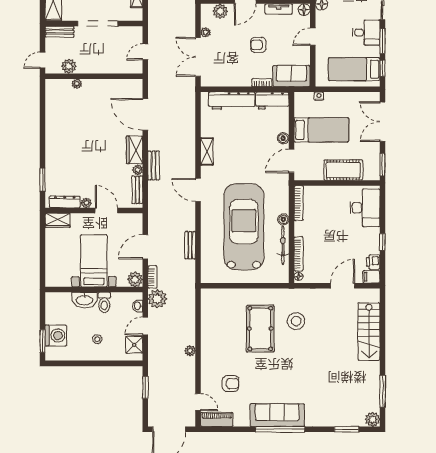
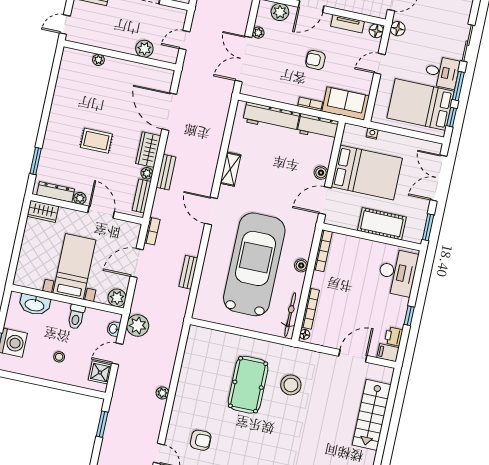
plant: (69, 66) -> (144, 49), moved
bed: (354, 69) -> (420, 105), width x1.50
bed: (321, 130) -> (367, 172), width x1.50
rug: (90, 152) -> (96, 141), added
bicycle: (283, 245) -> (290, 315), moved
bookcase: (152, 277) -> (152, 231), moved
washbasin: (84, 300) -> (35, 305), moved

